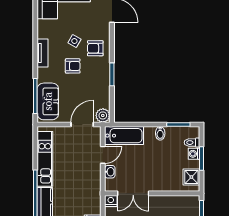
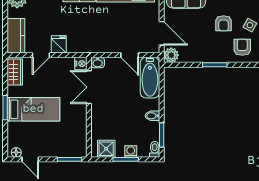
toilet: (192, 143) -> (155, 149), moved
washbasin: (110, 172) -> (98, 63), moved

